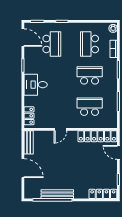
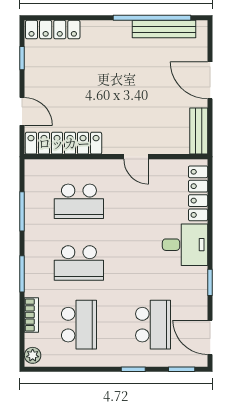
school desk: (52, 44) -> (153, 325), turned 180
locker: (29, 116) -> (198, 193), width x1.53
door: (60, 129) -> (136, 157), swing flipped
bench: (57, 194) -> (164, 29), moved

